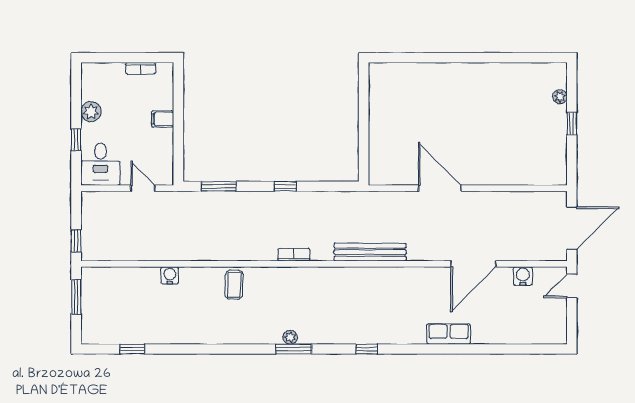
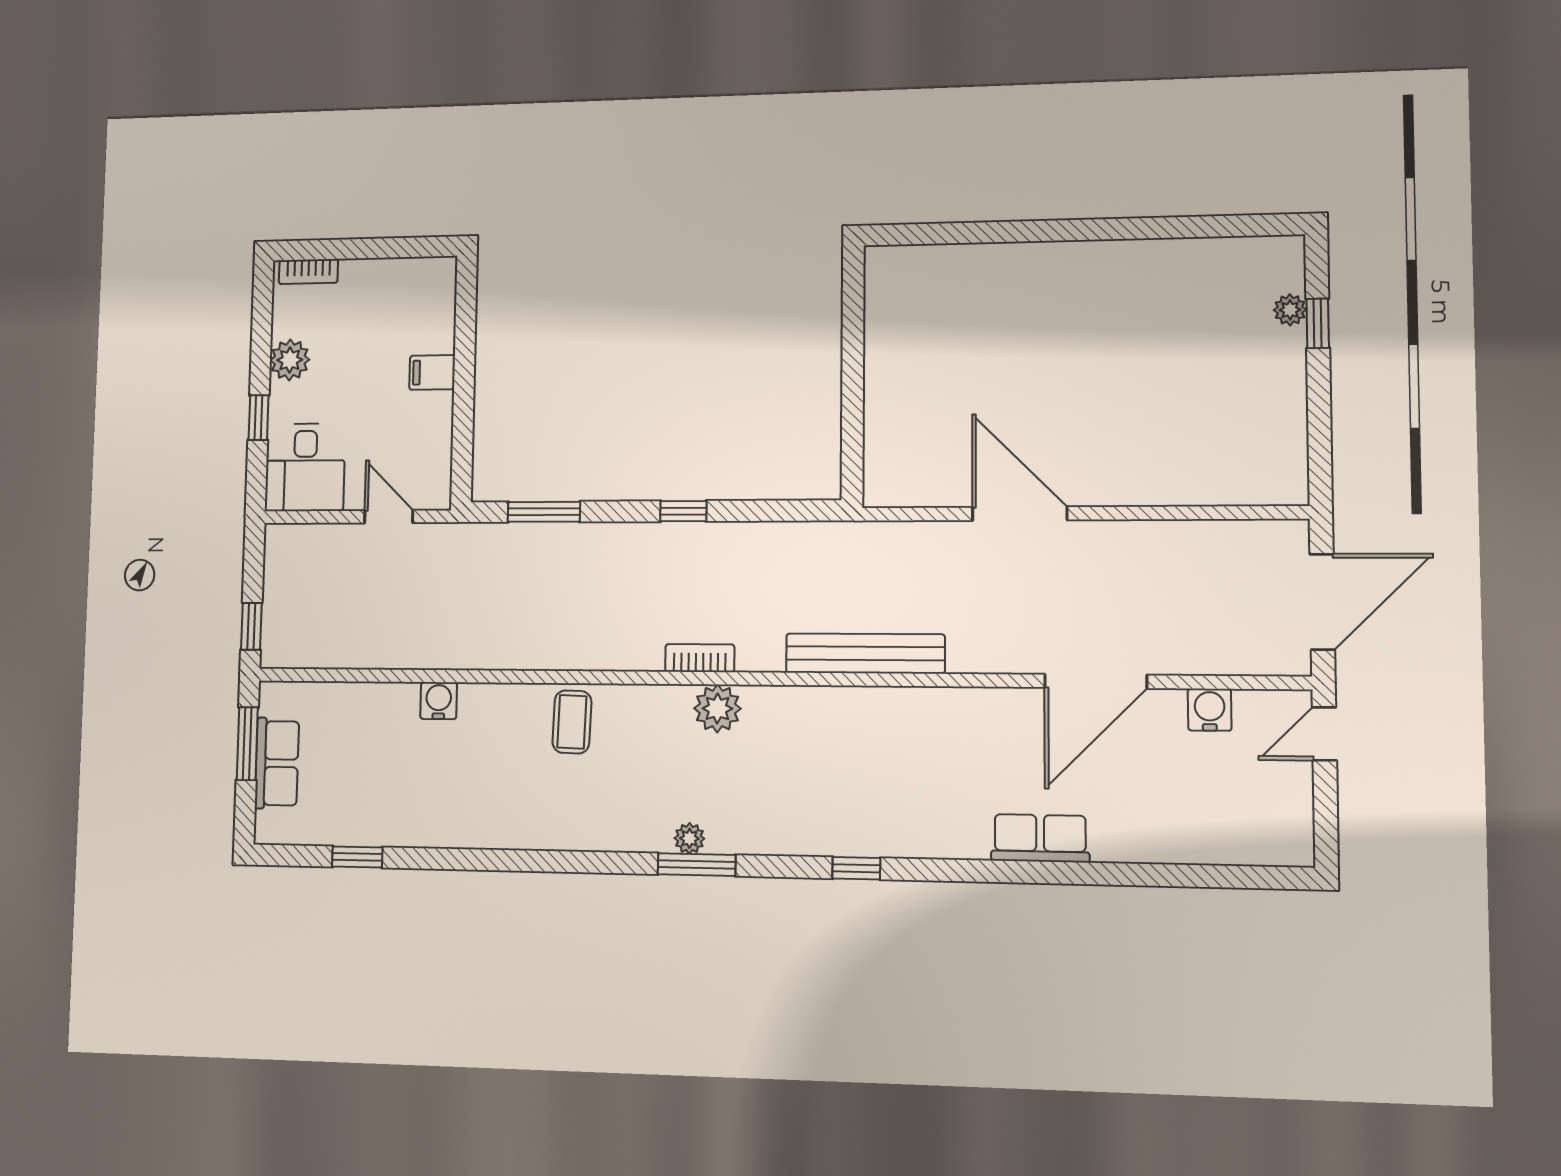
bookcase: (141, 68) -> (308, 272), moved
window: (572, 124) -> (1318, 323), moved
plant: (302, 278) -> (717, 708), added
row of seats: (91, 306) -> (277, 763), added

